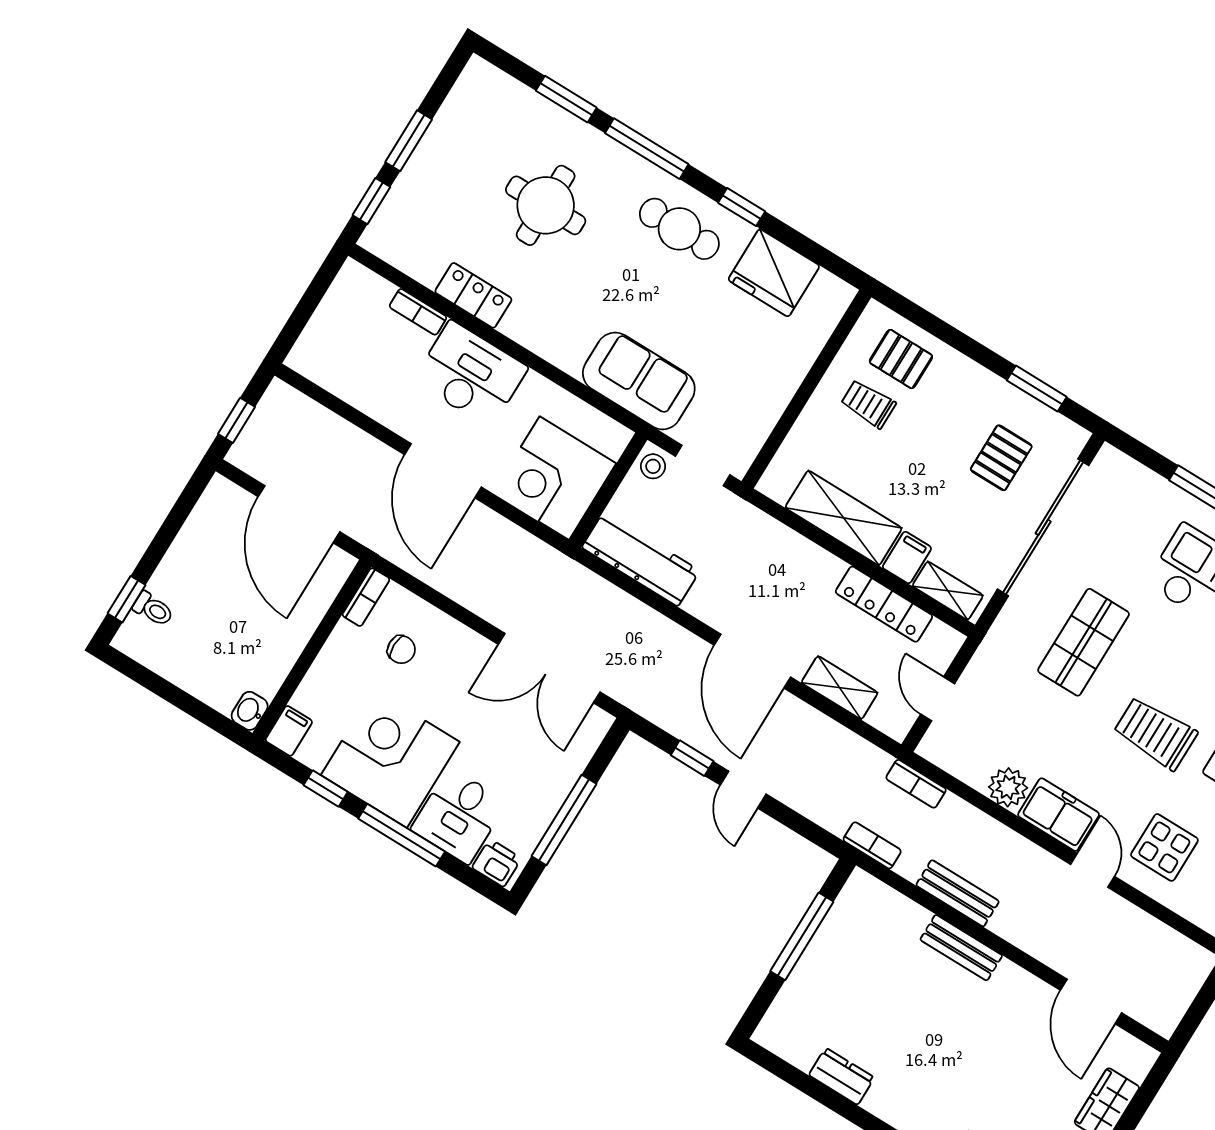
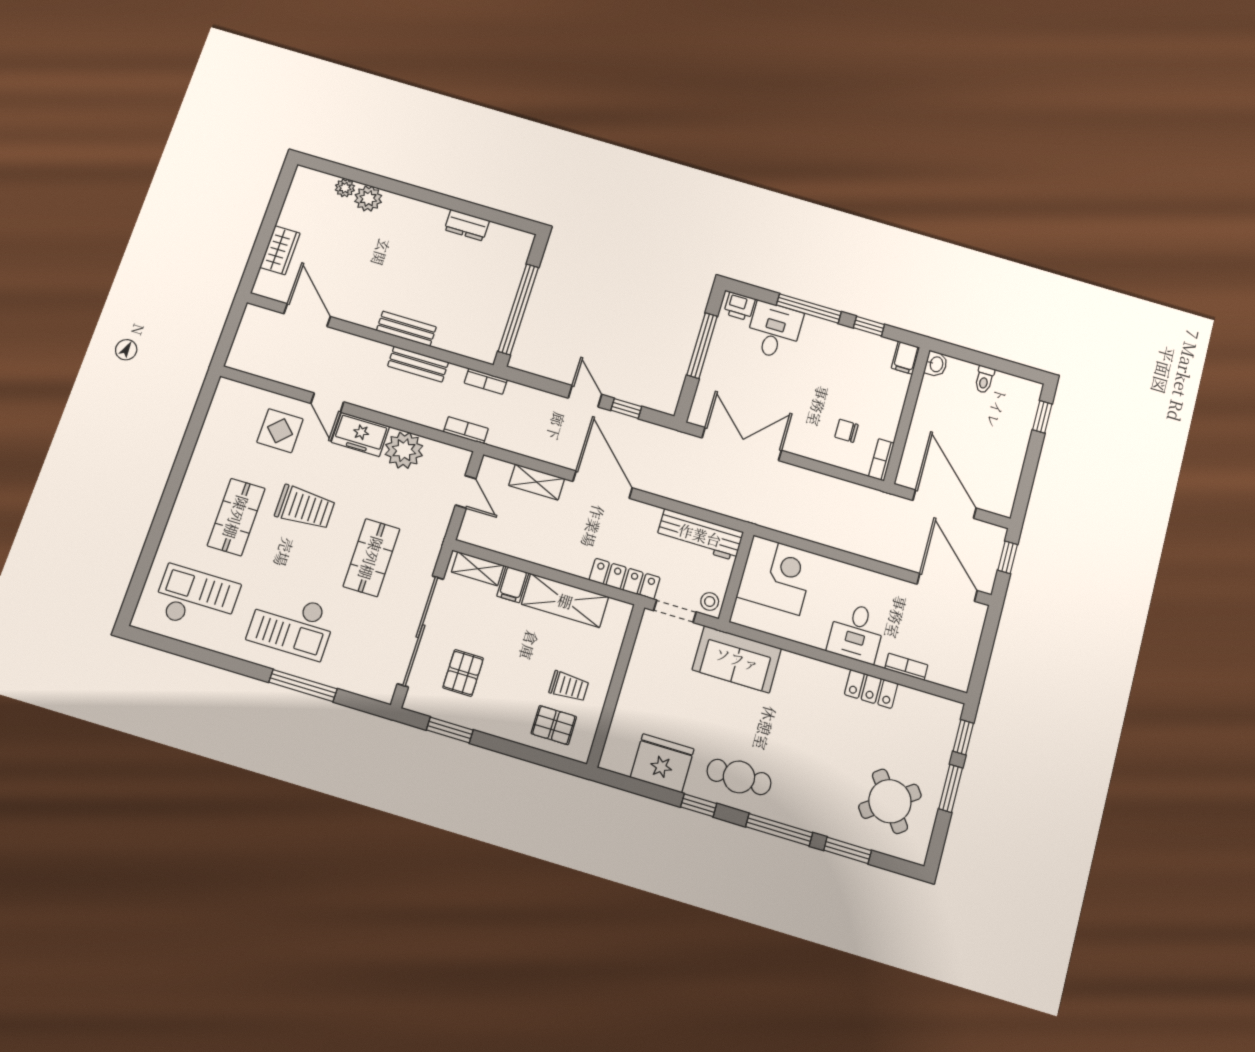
round table: (546, 205) -> (890, 801), moved, turned -36
desk: (471, 374) -> (856, 633), width x0.73
door: (443, 471) -> (947, 587), moved
locker: (884, 604) -> (625, 579), moved
toilet: (153, 609) -> (984, 379), moved, turned -90
corner desk: (390, 758) -> (832, 357), removed
plant: (1008, 787) -> (404, 450), width x1.36, depth x1.36
window: (802, 936) -> (518, 309), width x1.46

